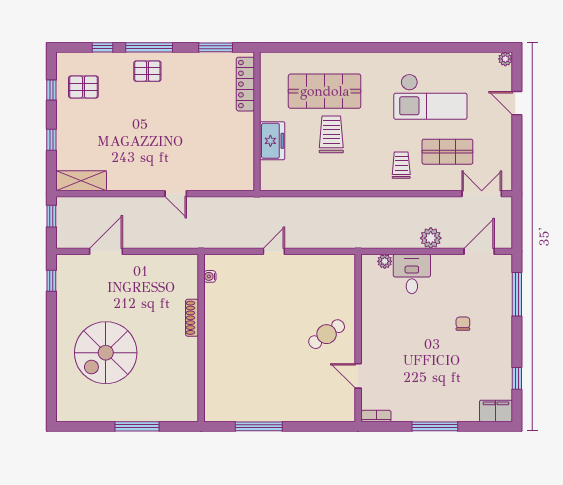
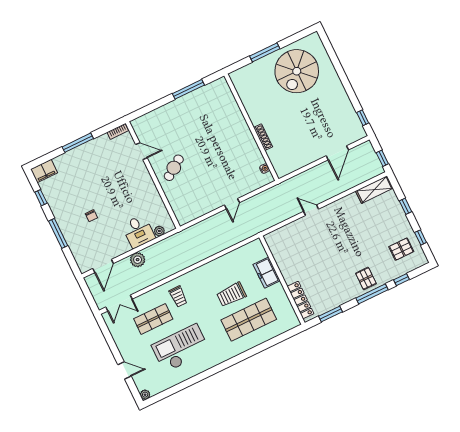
pallet: (147, 71) -> (366, 278), turned 90
trolley: (331, 134) -> (231, 294), turned 90
window: (517, 294) -> (58, 233), moved
spiral stairs: (106, 353) -> (297, 71), moved, turned 180

